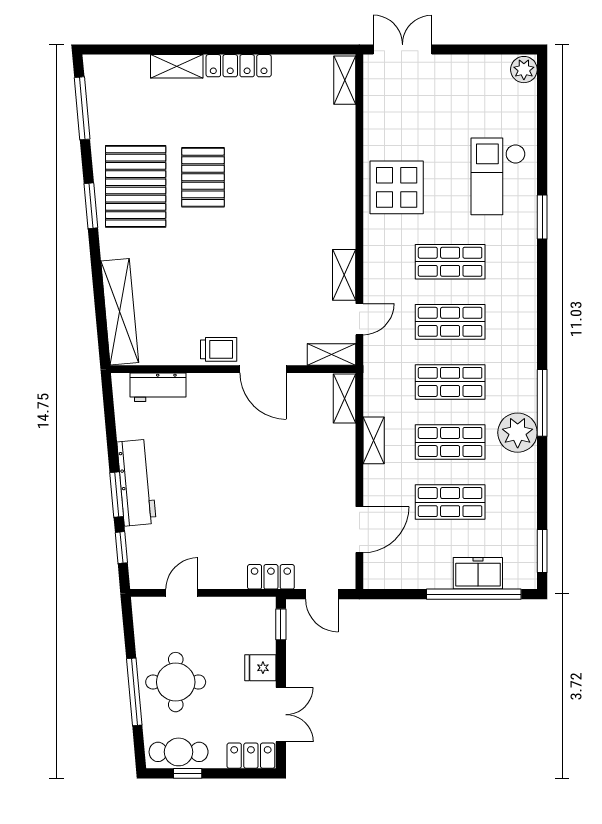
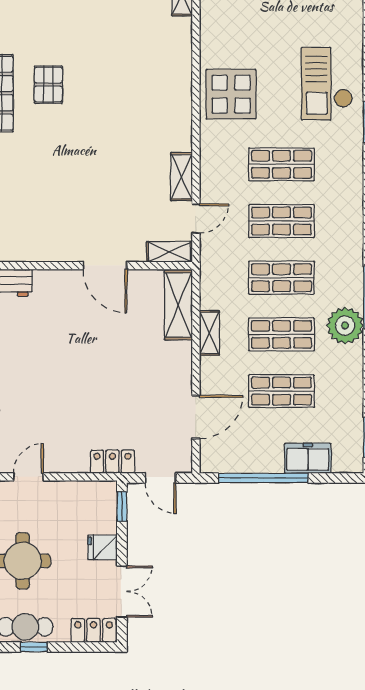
pallet: (203, 177) -> (48, 85), width x0.67, depth x0.71
trolley: (219, 349) -> (63, 247), removed
shelving: (344, 399) -> (178, 305), width x1.50, depth x1.33
window: (474, 594) -> (263, 478), moved

